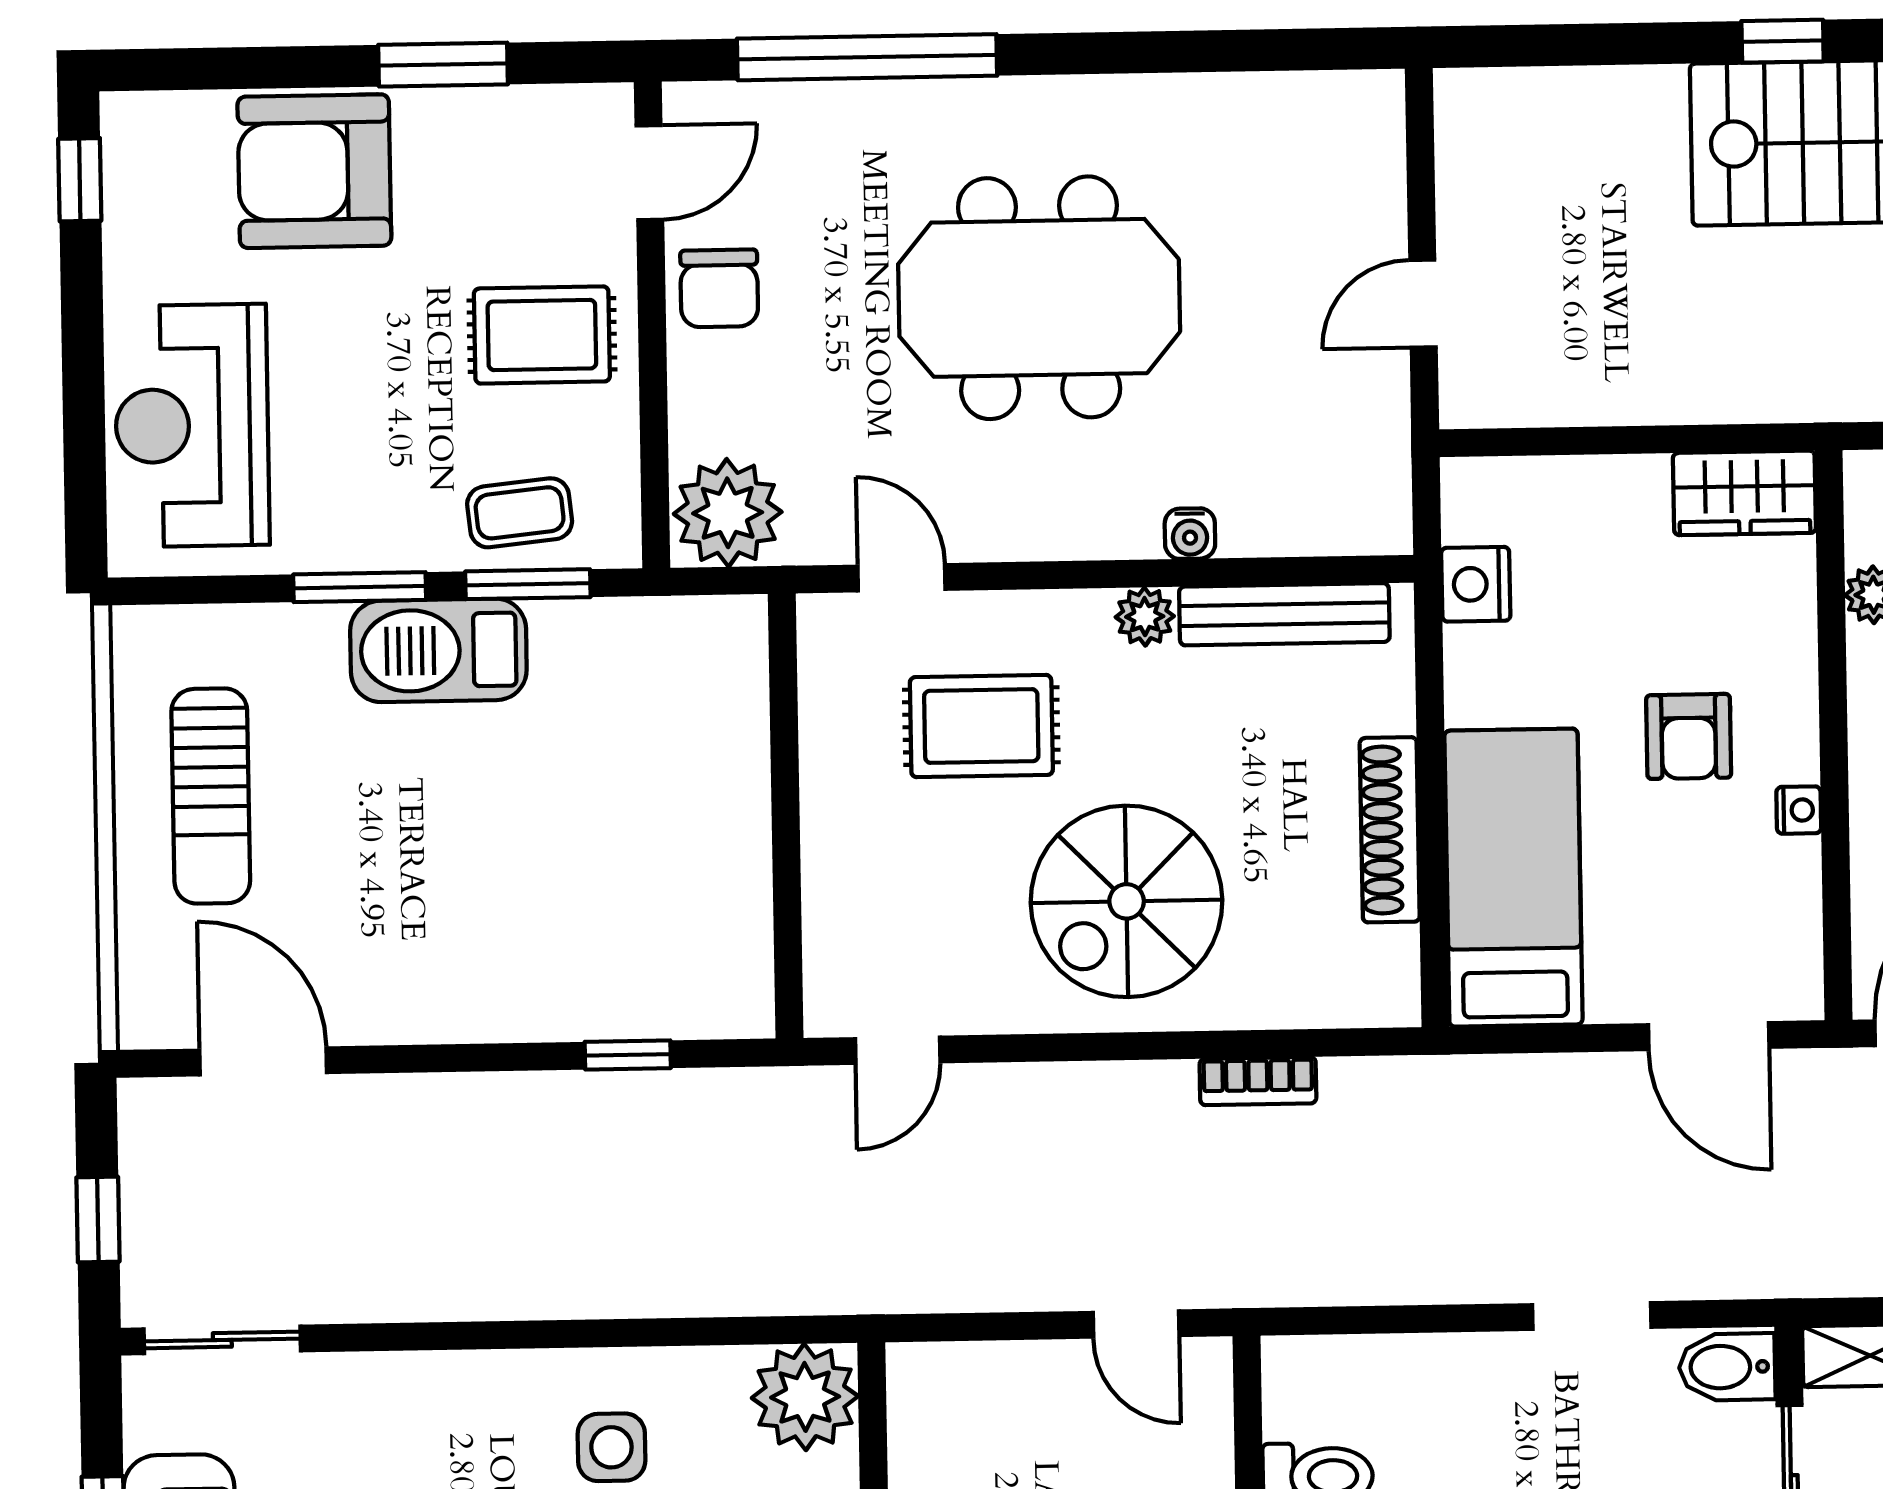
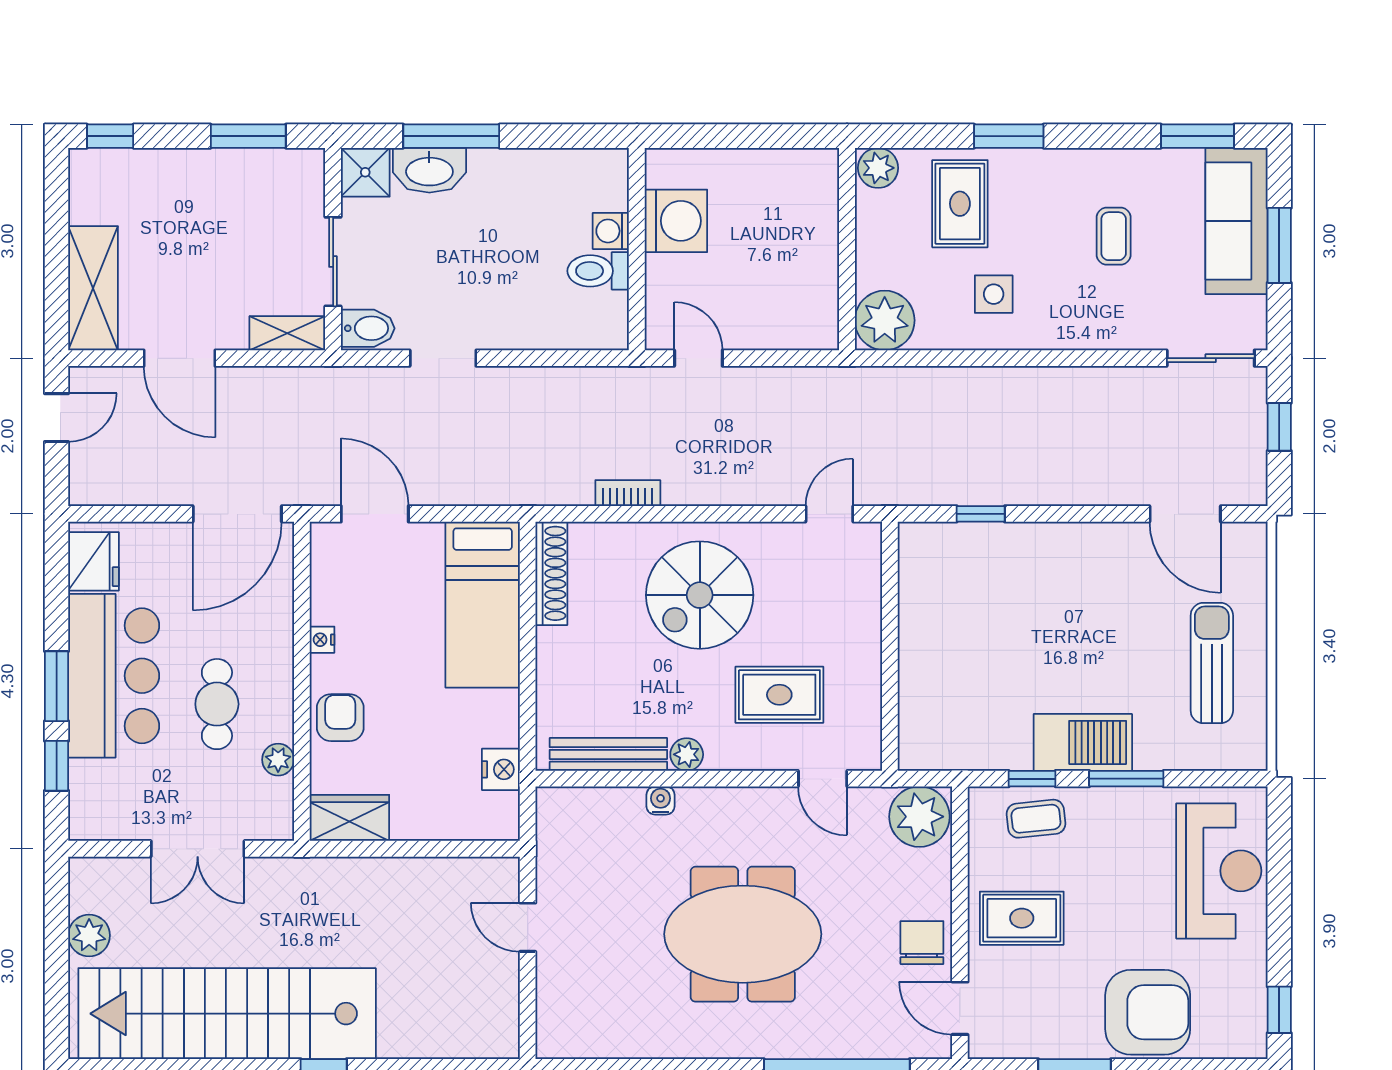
door: (649, 173) -> (960, 1008), hinge flipped
door: (1423, 304) -> (528, 927), swing flipped
window: (528, 584) -> (1032, 779), width x0.67
armchair: (1689, 736) -> (340, 718), moved
shoe rack: (1390, 830) -> (551, 573), moved
spiral stairs: (1127, 901) -> (700, 595), turned 180

